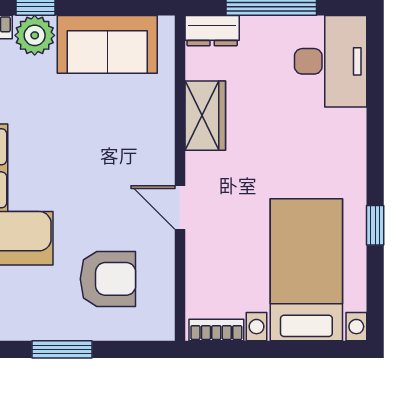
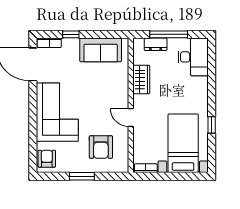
dresser: (212, 31) -> (156, 44), moved
plant: (35, 35) -> (71, 46), removed
armchair: (108, 279) -> (101, 147), turned 90

